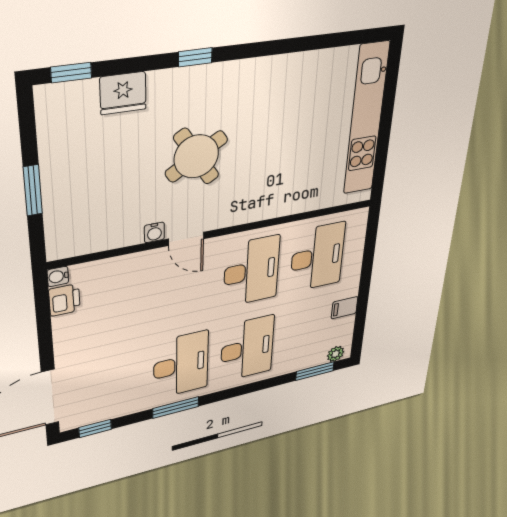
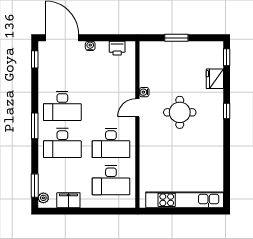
round table: (196, 156) -> (180, 112), turned 32
water cooler: (58, 277) -> (90, 46), moved
filing cabinet: (345, 308) -> (68, 200), width x2.00
window: (176, 407) -> (35, 126), moved

